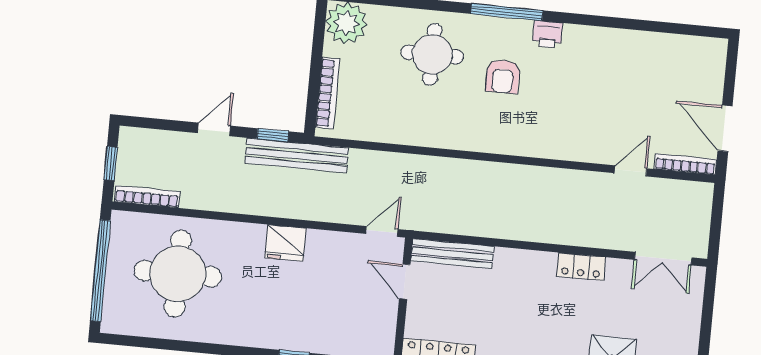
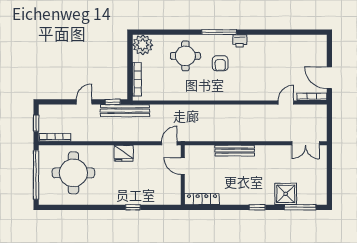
bench: (452, 254) -> (235, 151), moved
locker: (581, 267) -> (267, 151), removed

